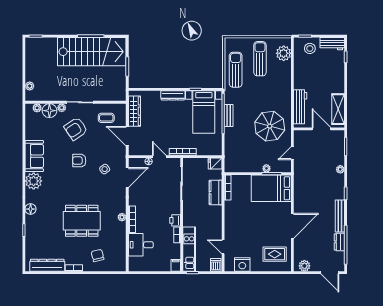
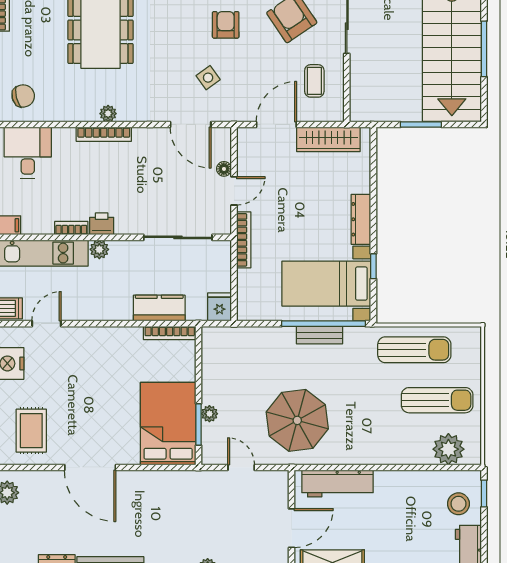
plant: (187, 221) -> (99, 249), added
desk: (141, 245) -> (28, 153), moved
chair: (98, 255) -> (23, 96), moved

